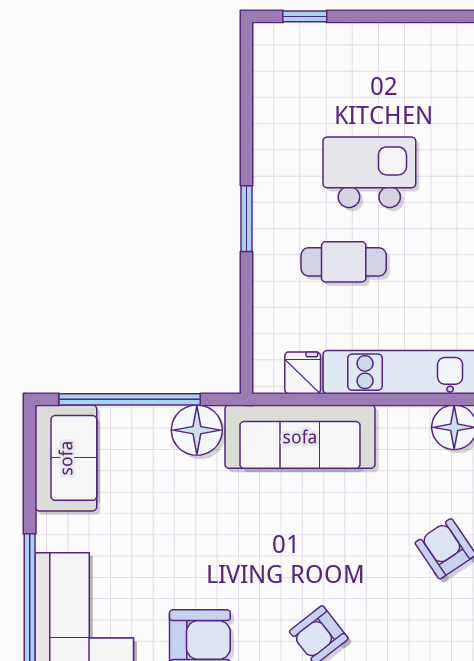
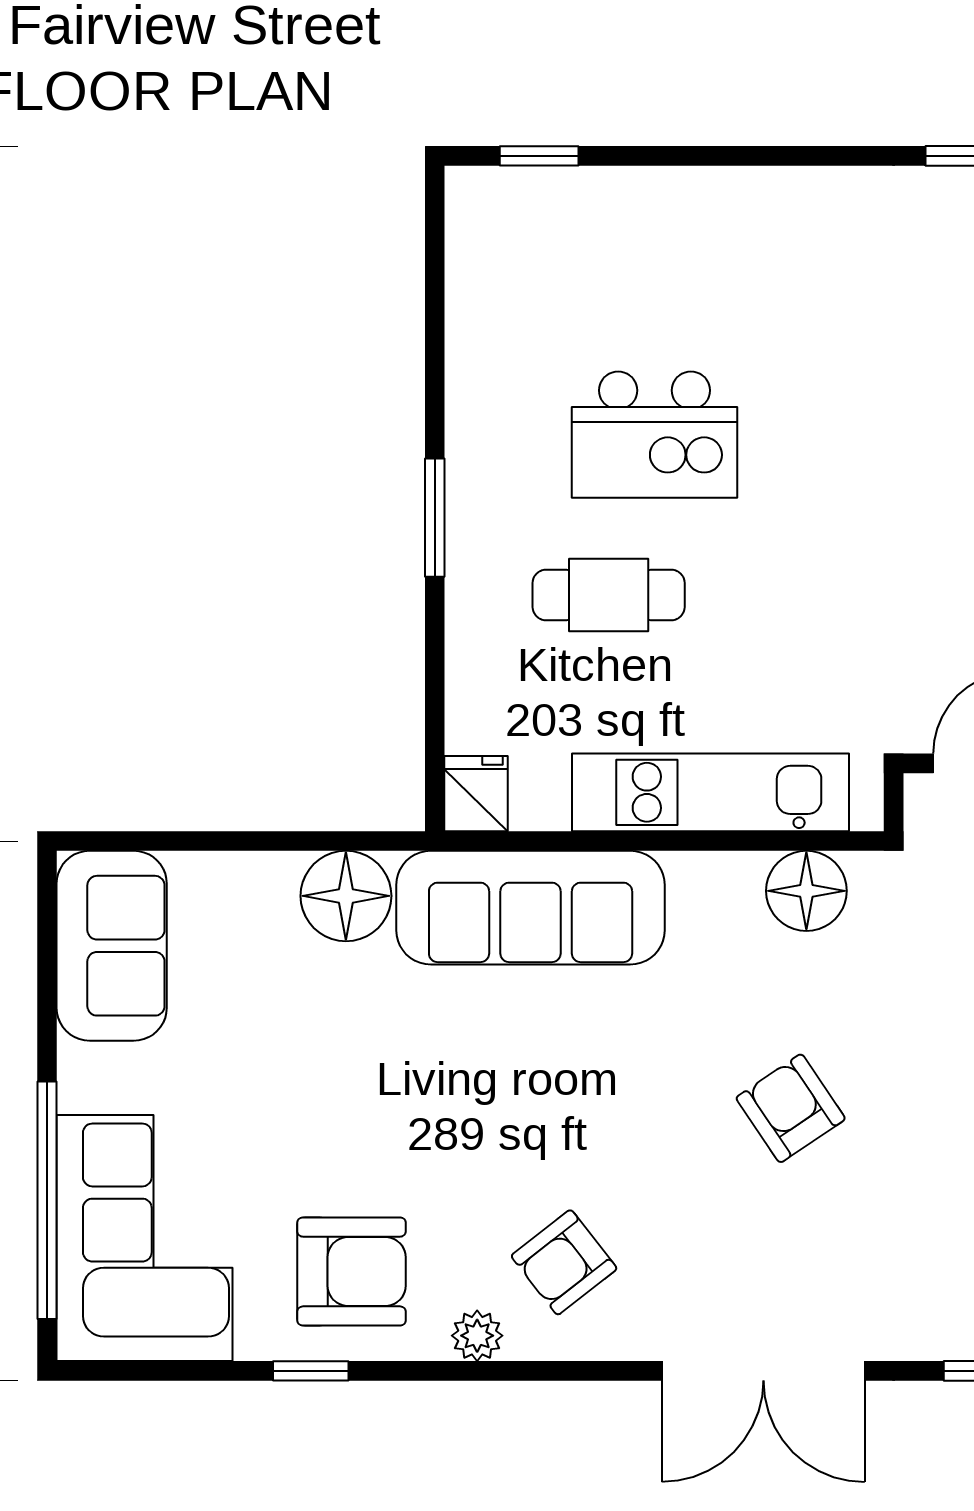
kitchen island: (369, 172) -> (654, 435), turned 180
fridge: (303, 373) -> (476, 794), moved
window: (130, 399) -> (226, 841), removed

